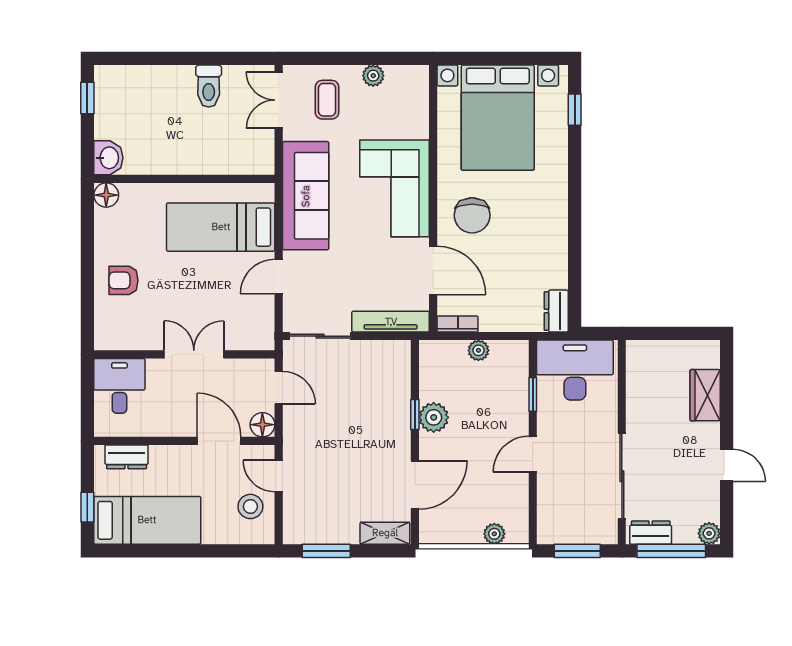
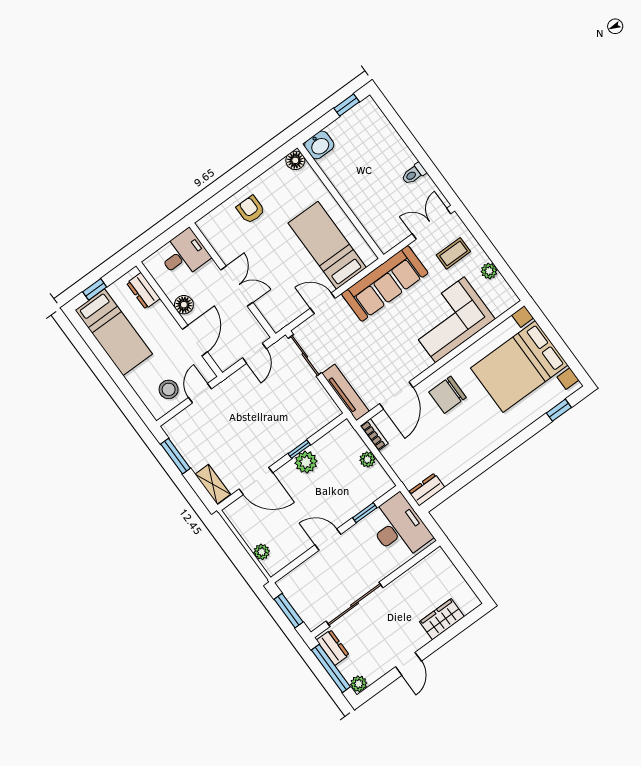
toilet: (209, 86) -> (414, 174), width x0.73, depth x0.72
corner sofa: (395, 188) -> (450, 320), moved
floor lamp: (262, 425) -> (184, 305), moved

